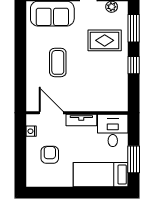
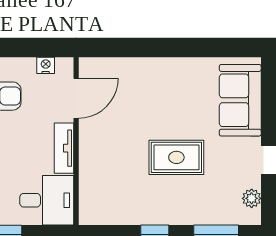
rug: (105, 40) -> (176, 157), moved, turned 90
coffee table: (58, 62) -> (159, 109), removed

